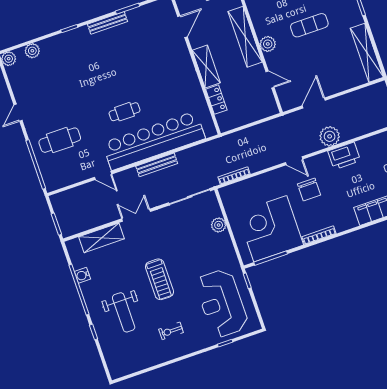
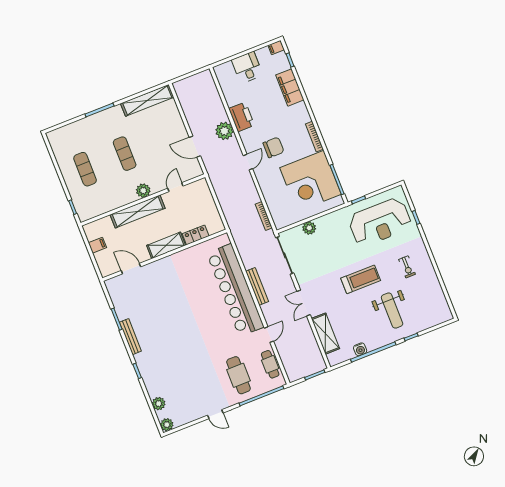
cafe table: (125, 112) -> (270, 364), moved
weight bench: (124, 312) -> (392, 311), turned 90

